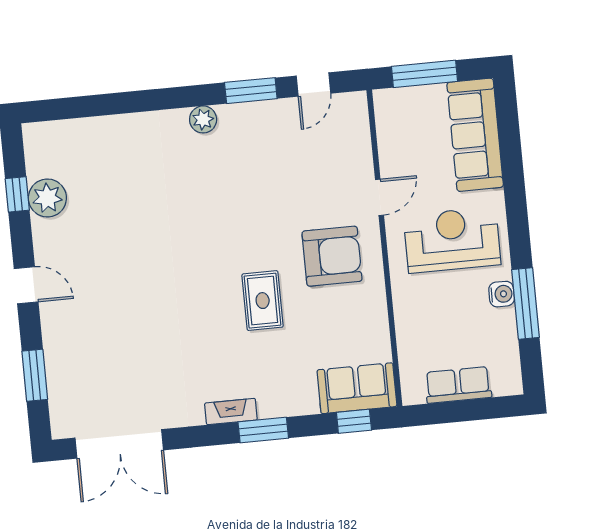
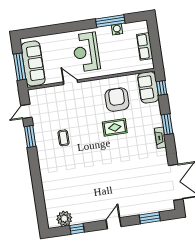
door: (313, 85) -> (26, 111), swing flipped
plant: (203, 119) -> (43, 155), removed
sofa: (475, 135) -> (33, 63), moved, turned -90
coffee table: (243, 173) -> (64, 138), added
plant: (47, 198) -> (64, 219), moved
armchair: (332, 256) -> (117, 100), moved
water cooler: (502, 294) -> (117, 29), moved

